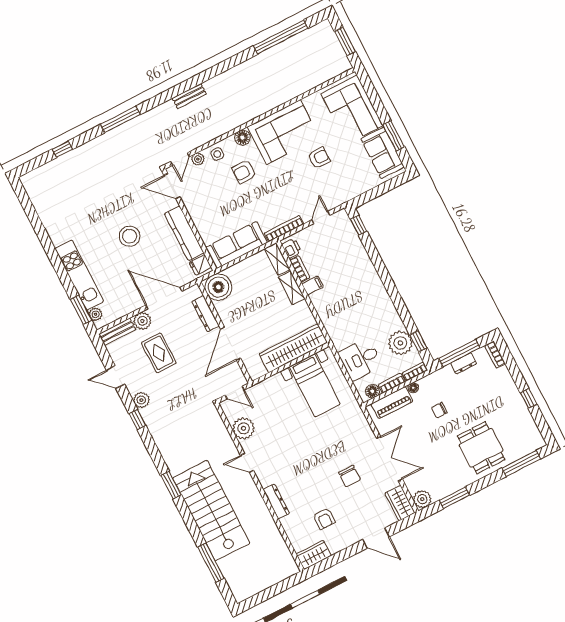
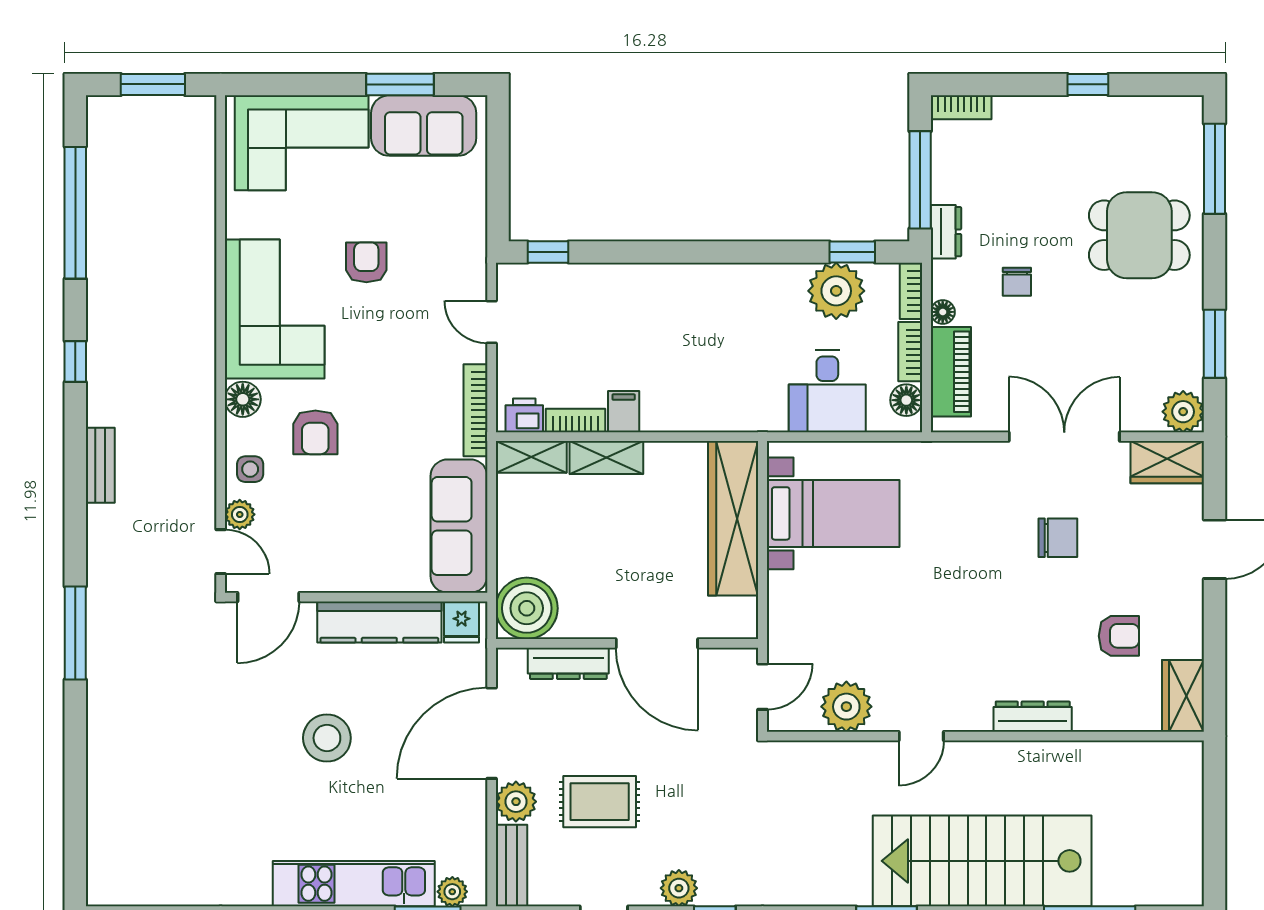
window: (62, 149) -> (75, 362), moved
dresser: (464, 363) -> (946, 232), moved

